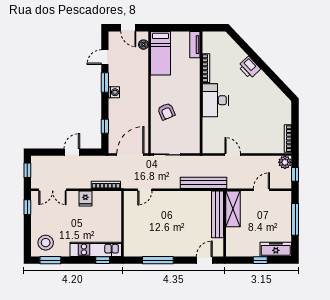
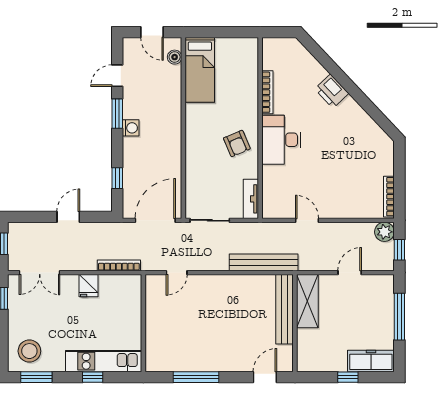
tv unit: (195, 45) -> (251, 199), moved
armchair: (166, 111) -> (237, 143), moved
window: (103, 260) -> (93, 377), moved

